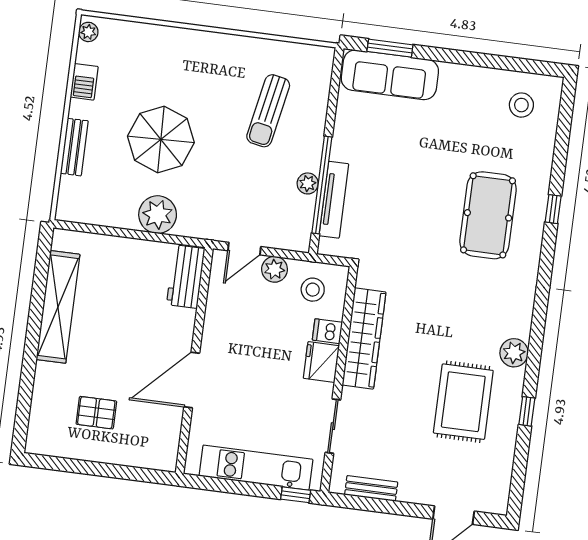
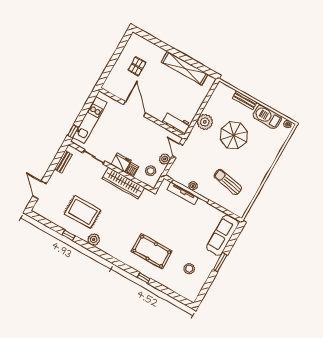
window: (390, 48) -> (220, 262), moved
barbecue: (84, 82) -> (267, 117), width x1.88, depth x1.53
stool: (521, 105) -> (189, 269), moved

